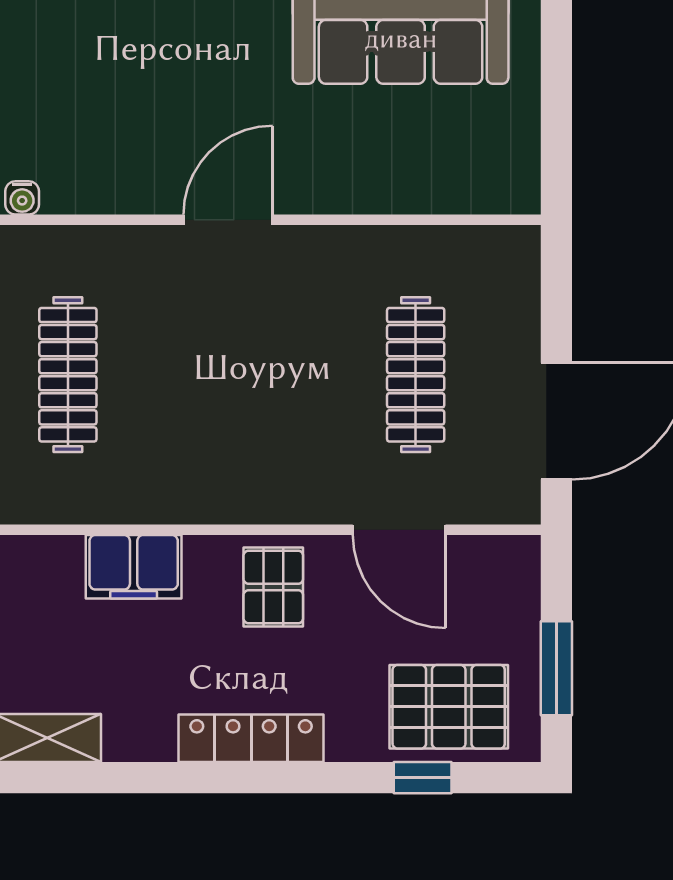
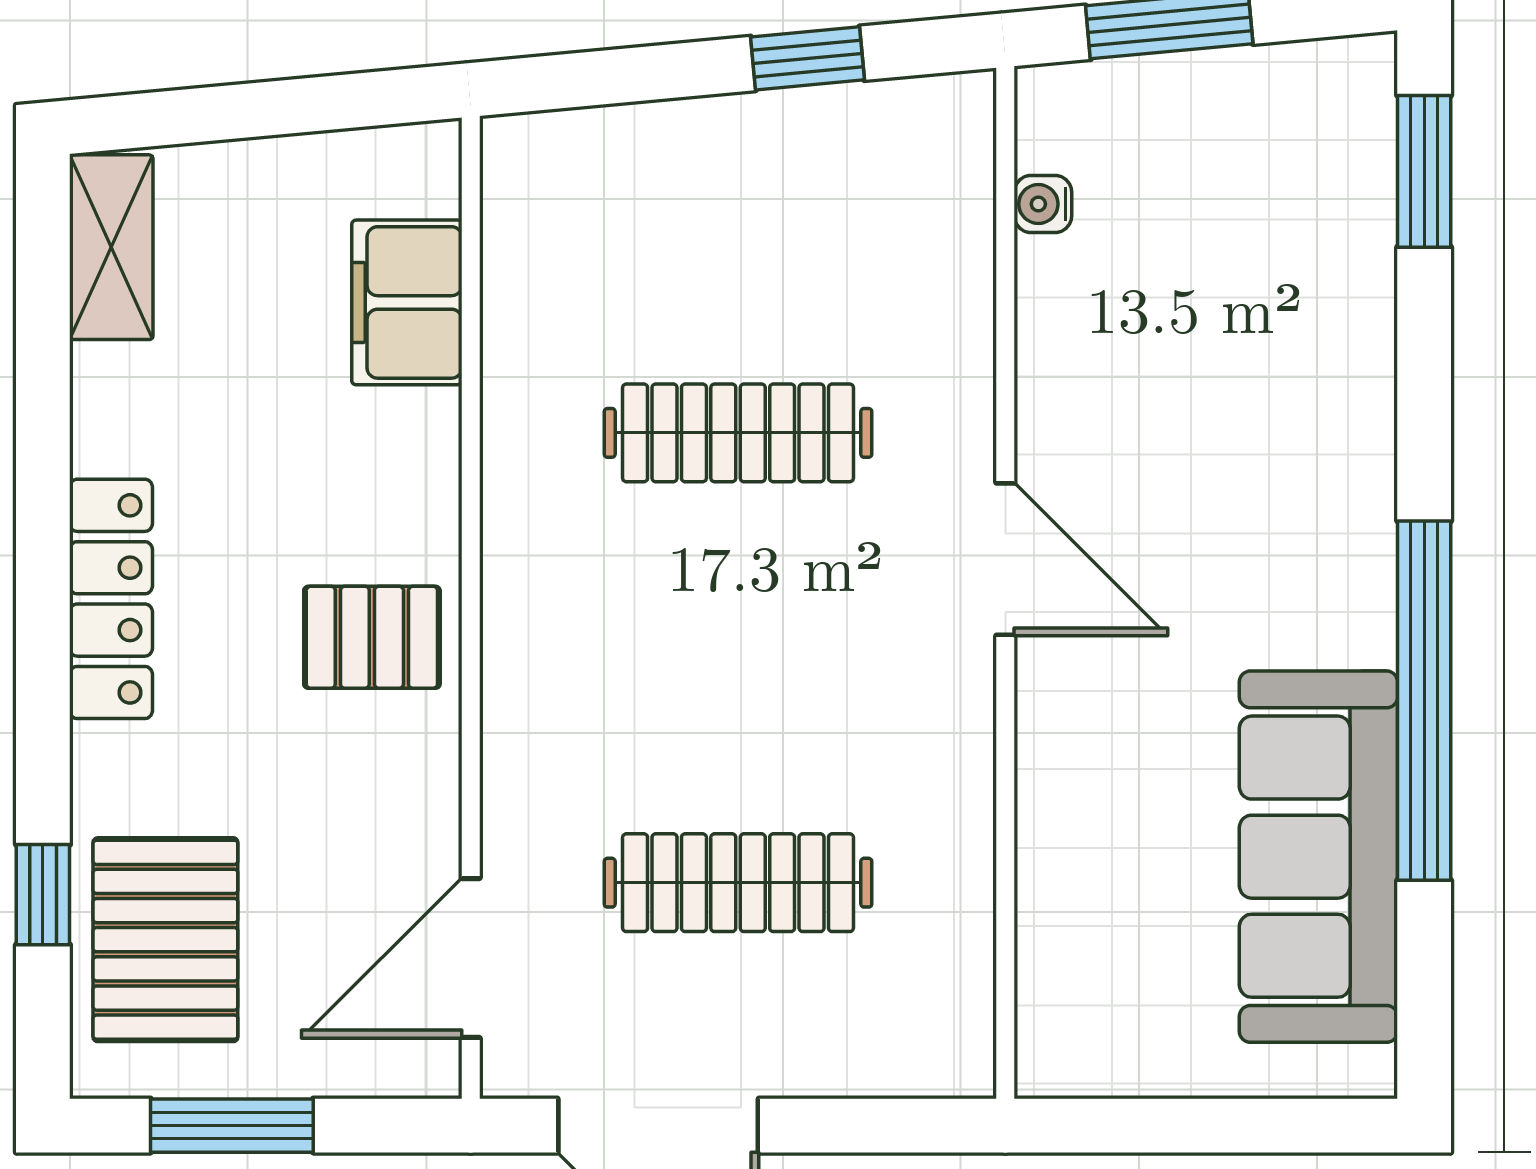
clothes rail: (68, 375) -> (738, 433), moved
door: (399, 530) -> (471, 958), moved
filing cabinet: (134, 567) -> (407, 302), moved

